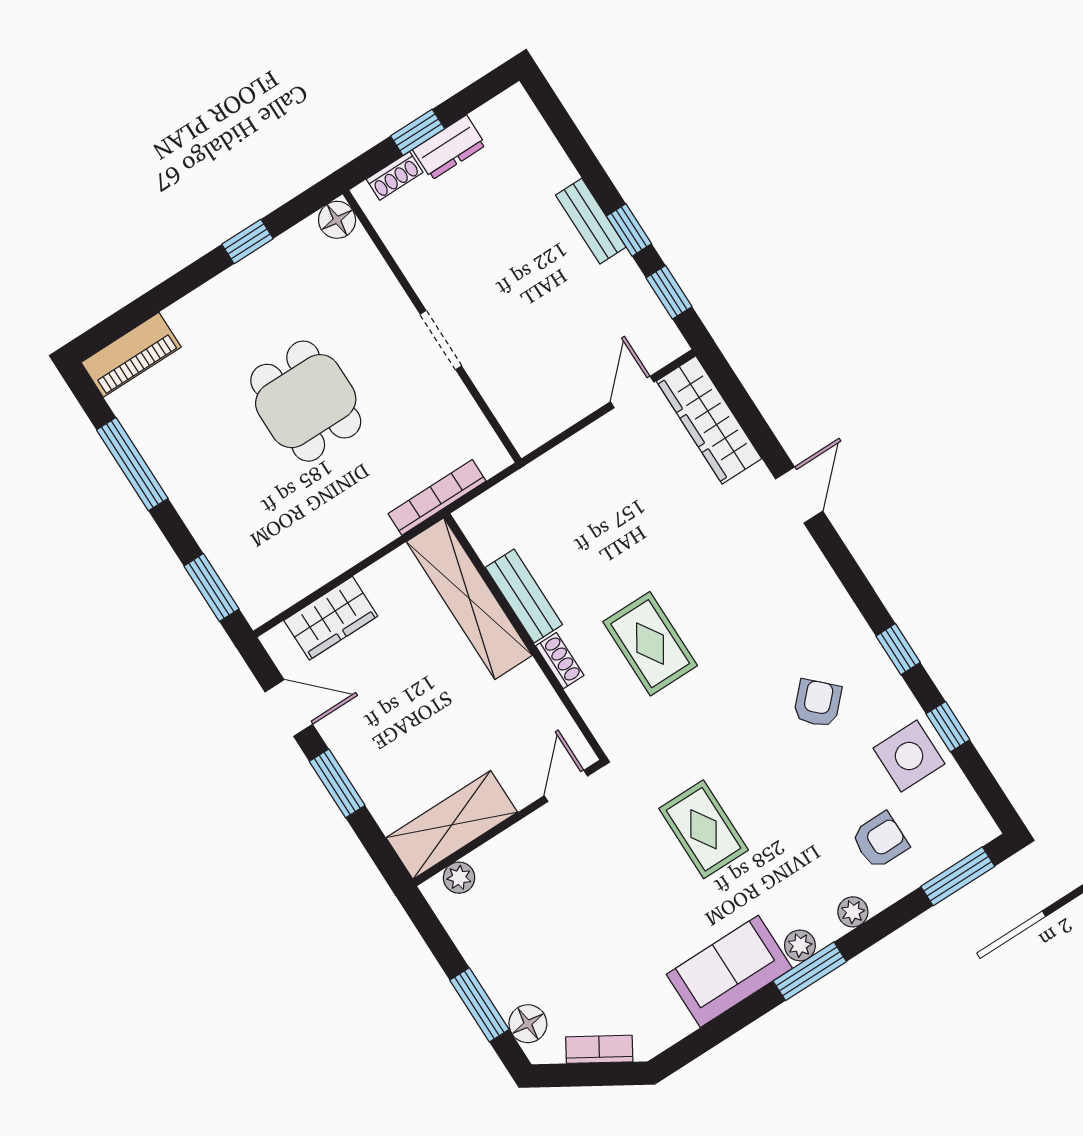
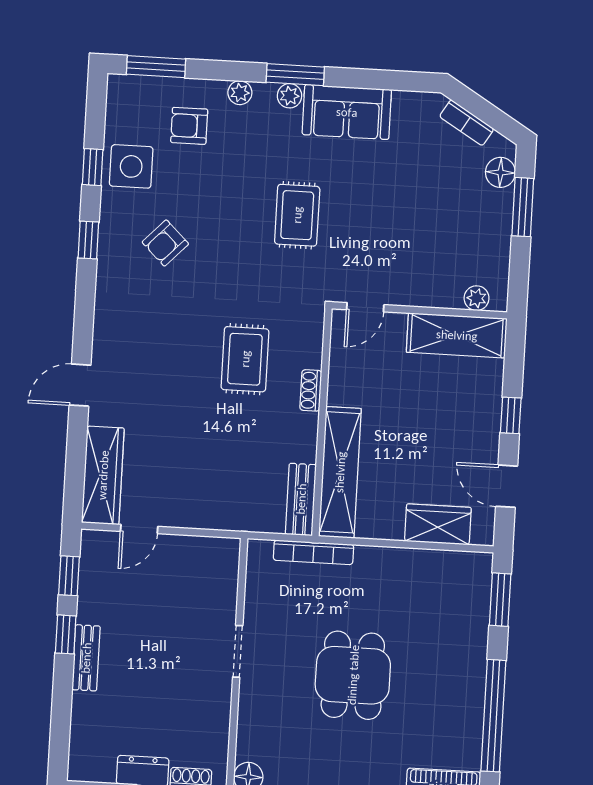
window: (132, 464) -> (493, 716), width x1.46
bench: (524, 596) -> (301, 499), moved
window: (337, 783) -> (511, 415), width x0.67

